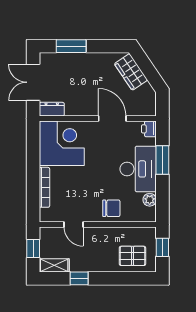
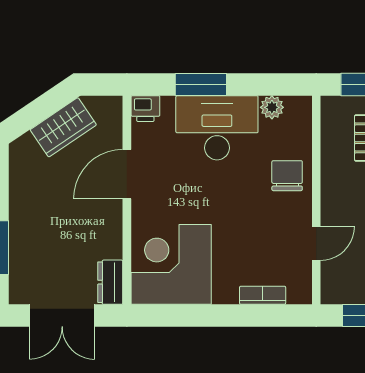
wardrobe: (131, 72) -> (63, 127), moved
bookcase: (44, 187) -> (263, 295), width x0.64

